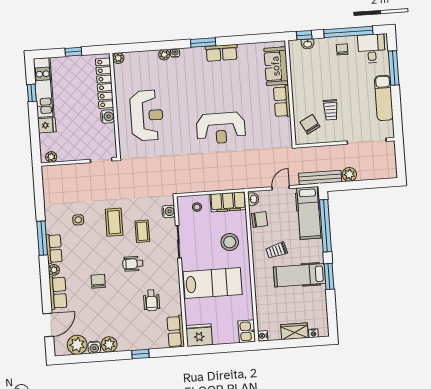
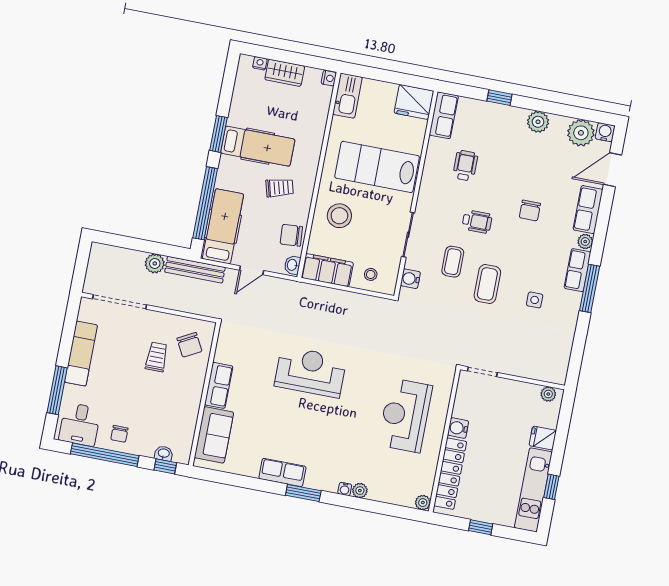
kitchen sink: (247, 331) -> (347, 96), width x1.38
water cooler: (94, 347) -> (605, 132), moved

